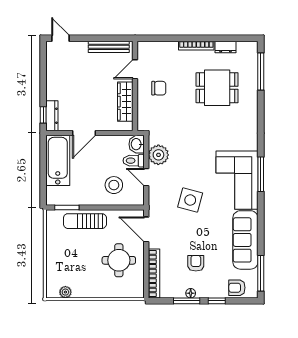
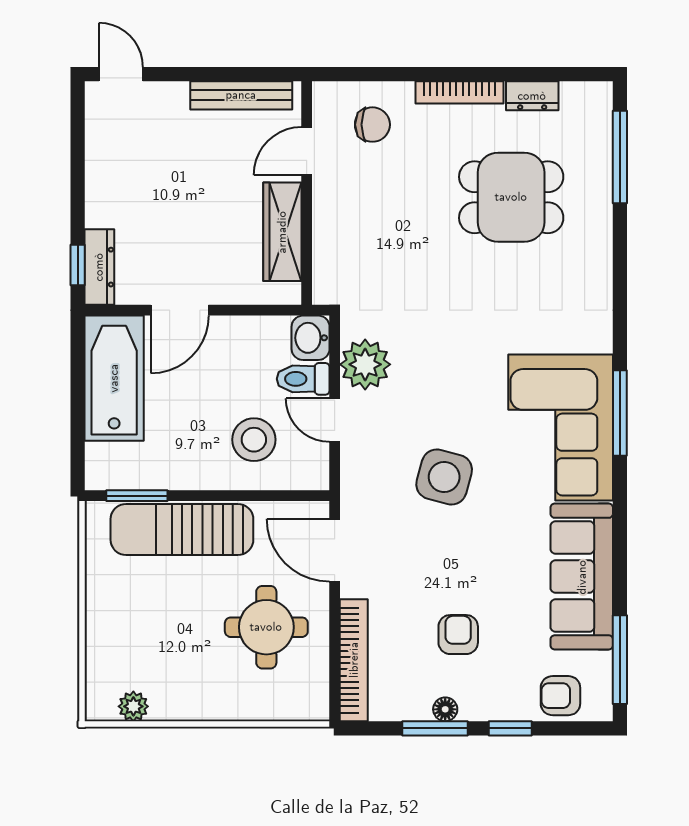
chair: (159, 88) -> (372, 125), moved
sun lounger: (85, 221) -> (182, 529), width x1.36, depth x1.34

